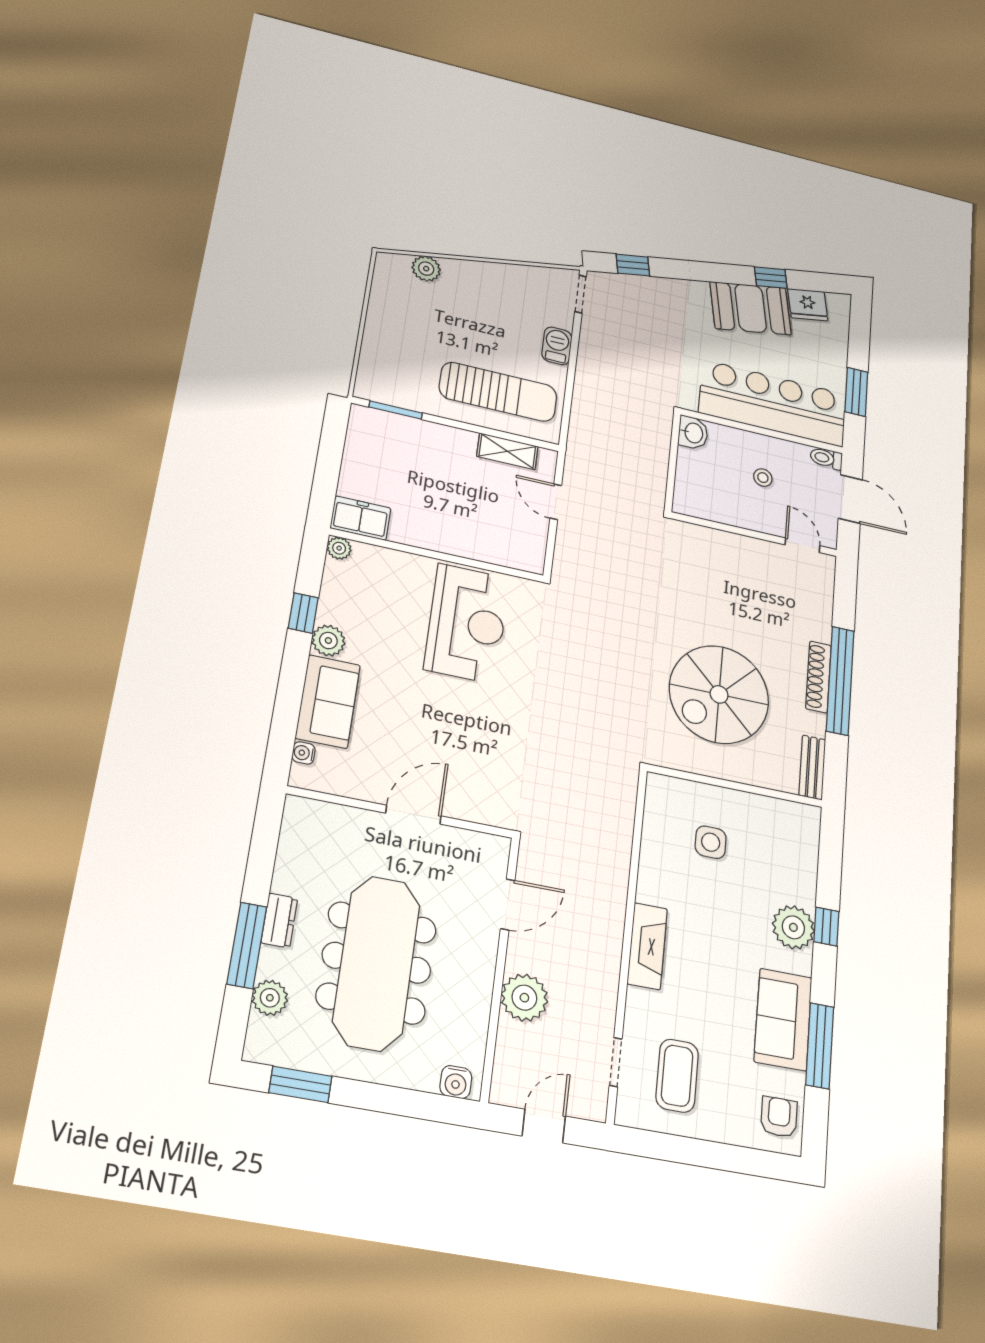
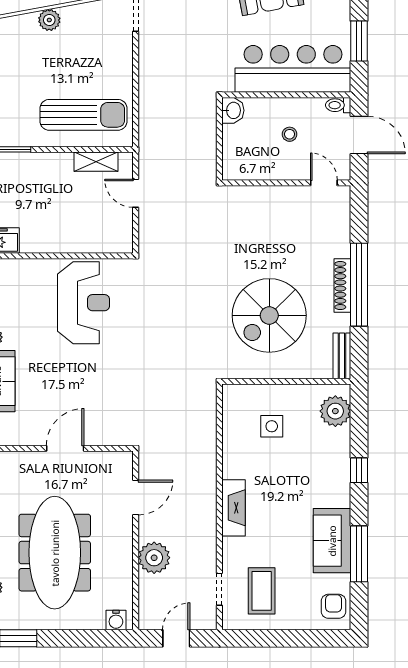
plant: (426, 269) -> (49, 20), moved
barbecue: (557, 346) -> (123, 64), removed
plant: (793, 927) -> (335, 411), moved

